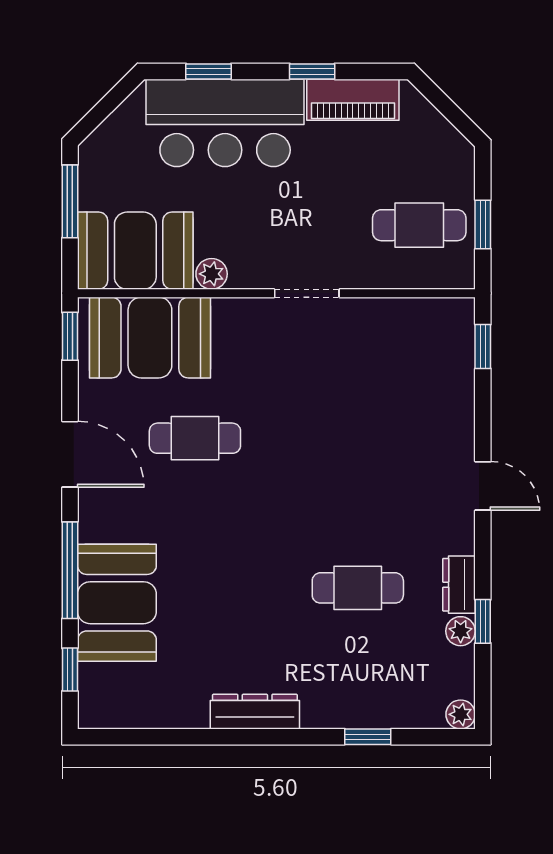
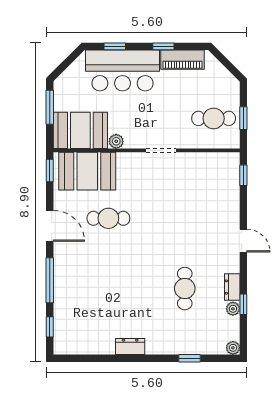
cafe table: (358, 588) -> (185, 289), turned 90
booth: (117, 603) -> (72, 295), removed
dresser: (255, 712) -> (130, 347), width x0.70

